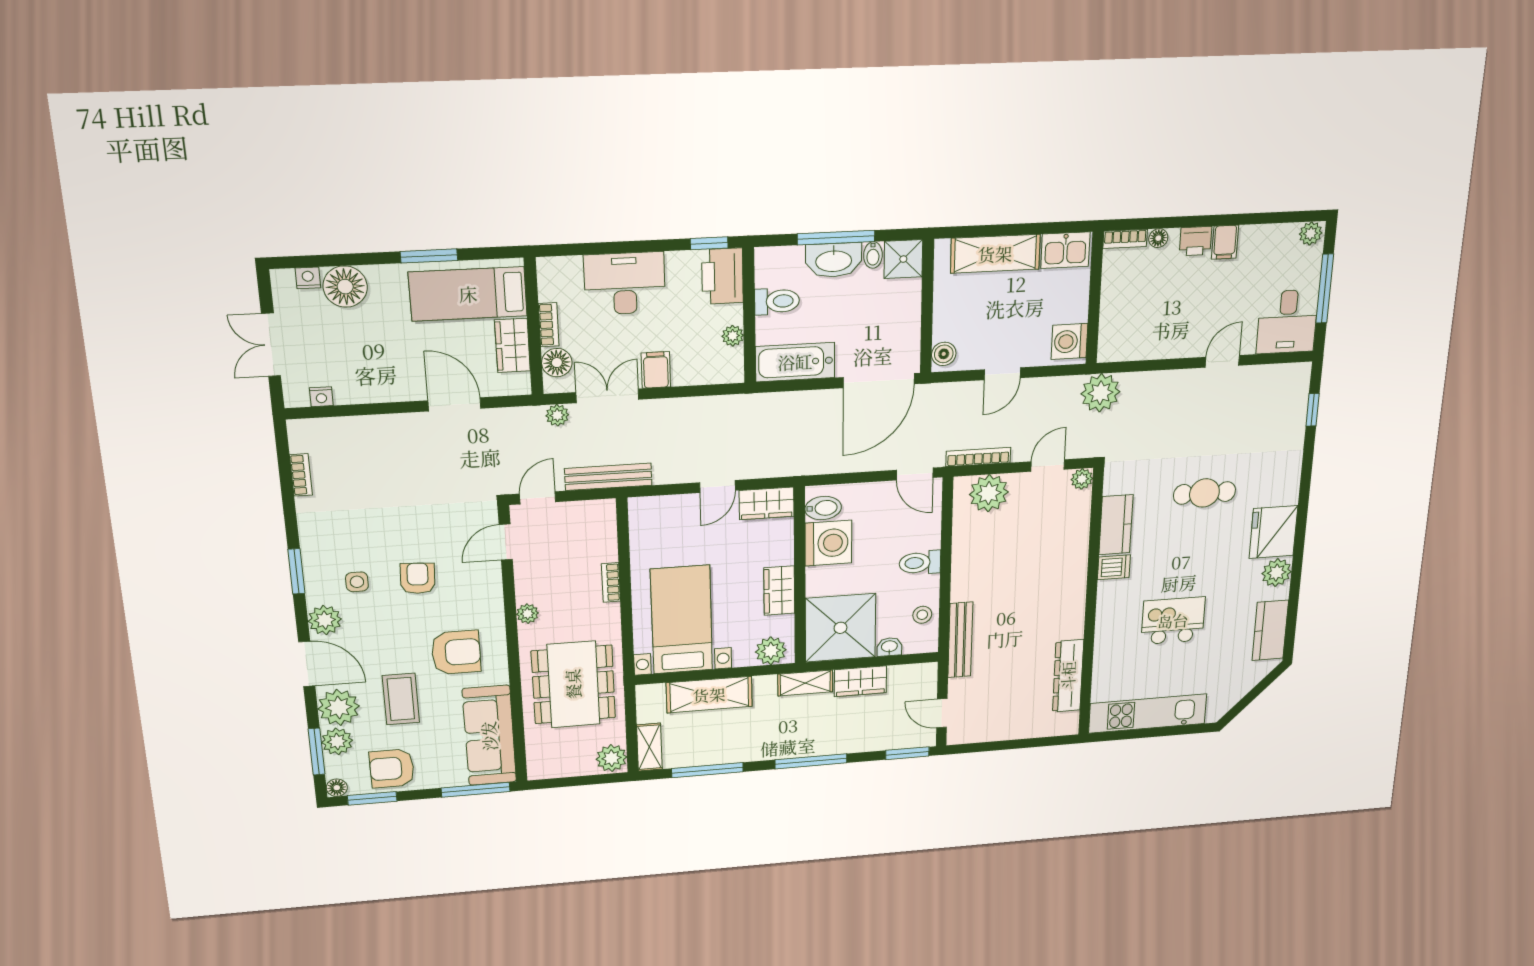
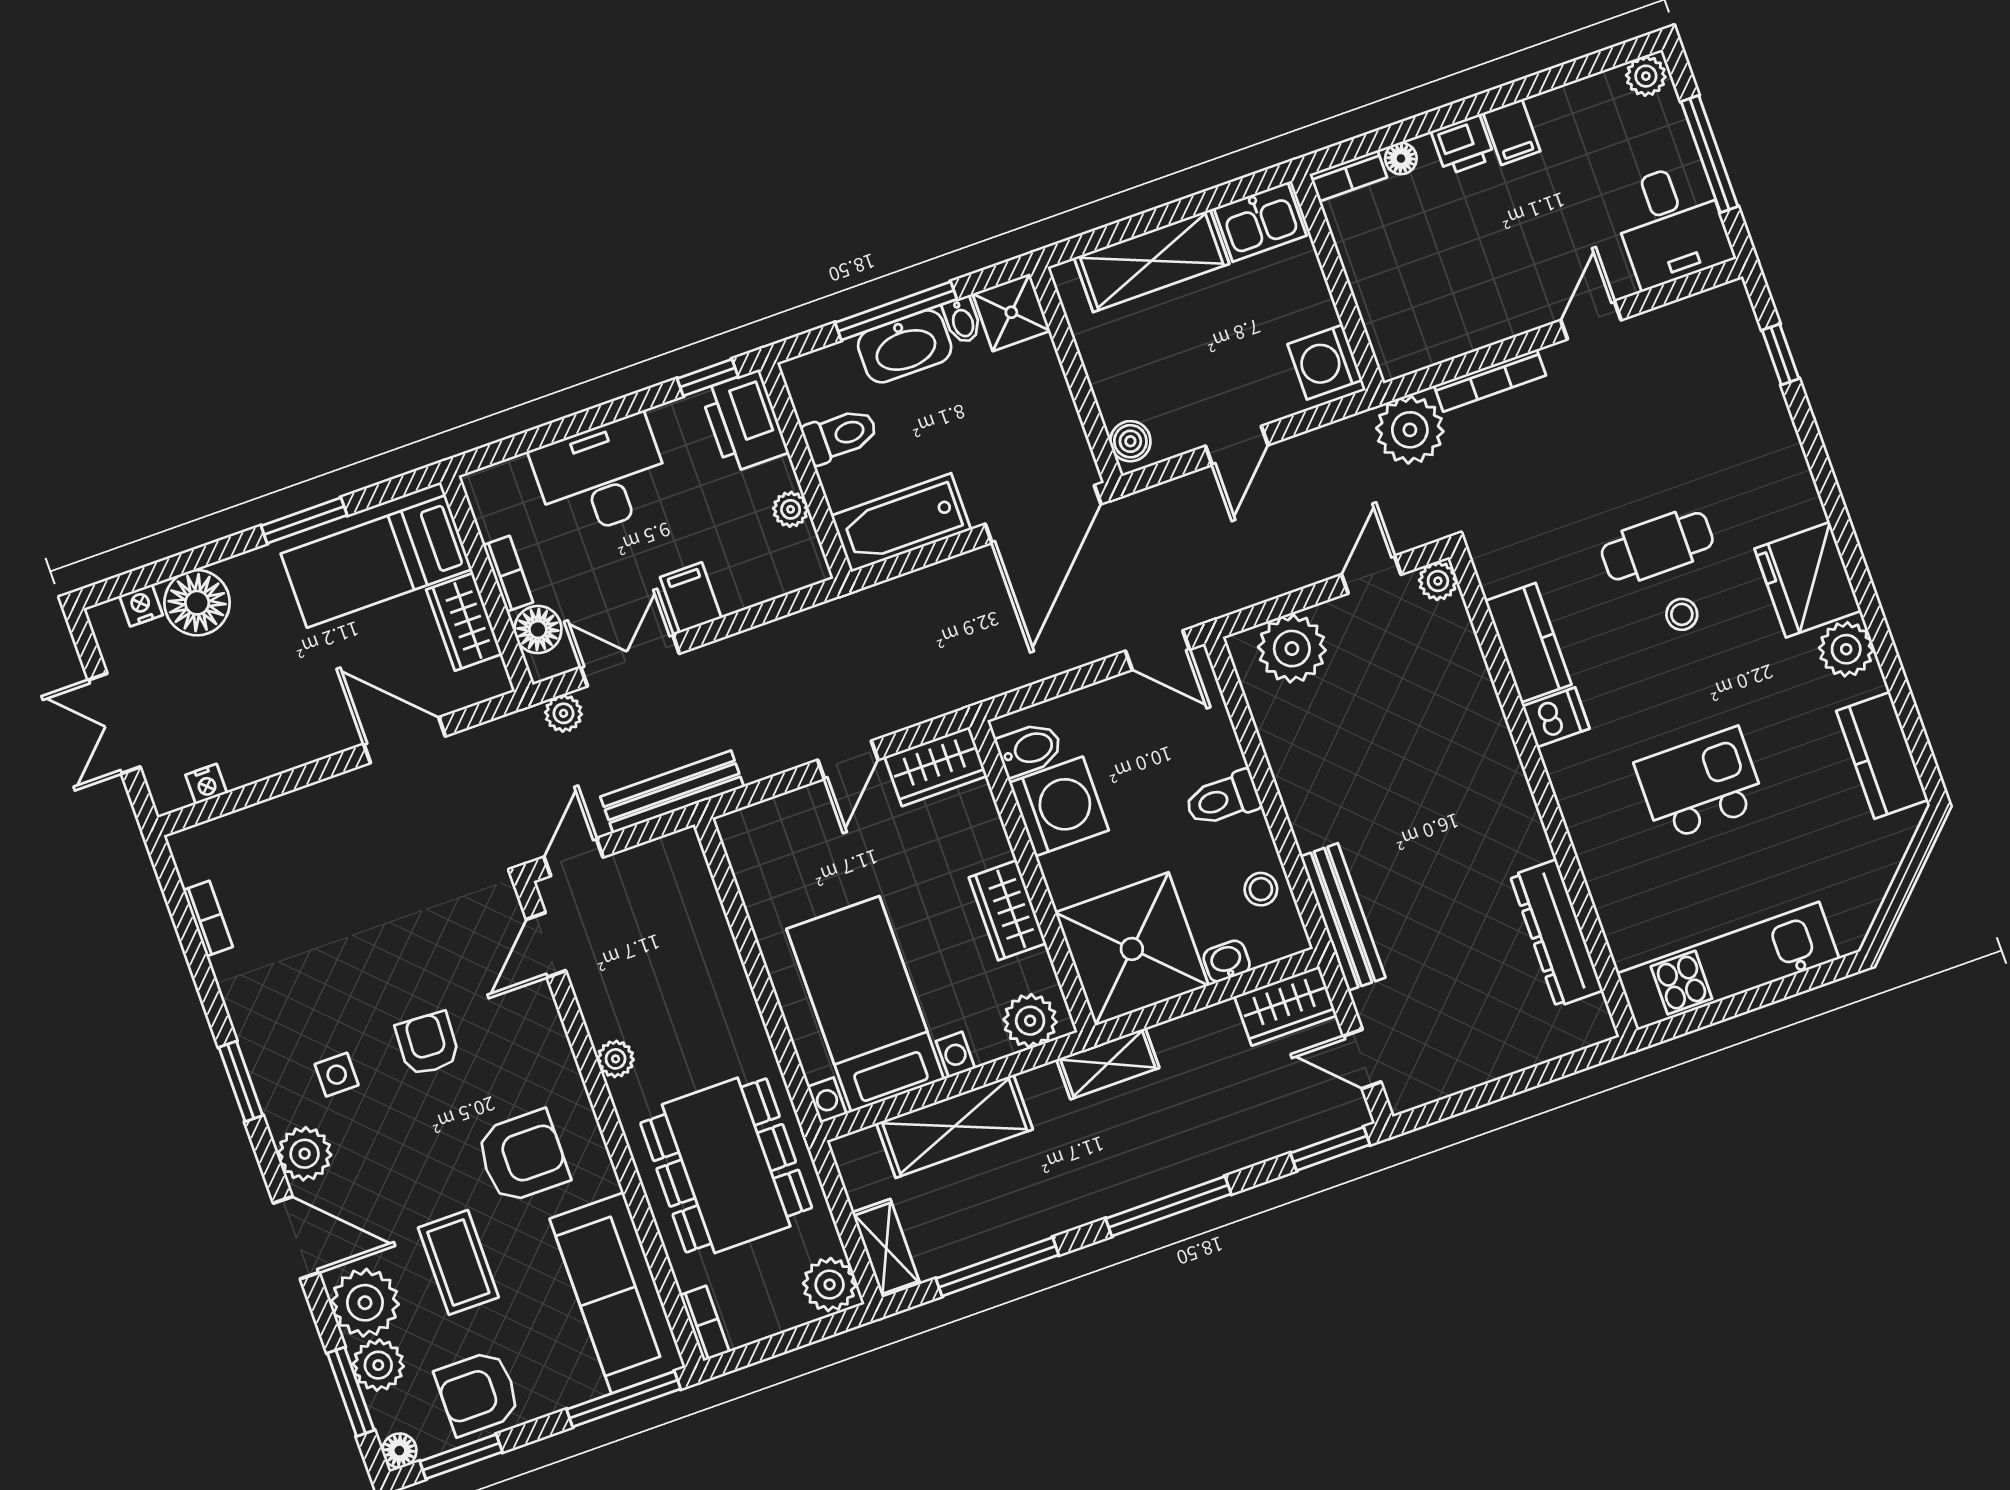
bookcase: (978, 457) -> (1490, 380), moved, turned 180
stool: (1202, 532) -> (1682, 614), added
bookcase: (611, 582) -> (705, 1323), moved, turned 180
wardrobe: (860, 681) -> (1286, 1006), moved

